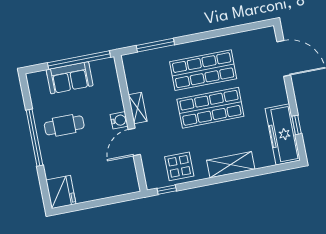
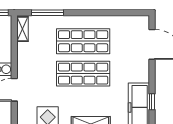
shelving: (138, 108) -> (23, 29), moved

